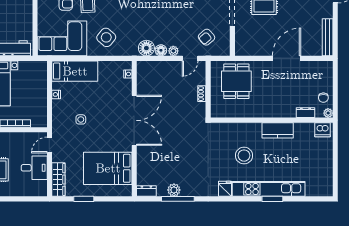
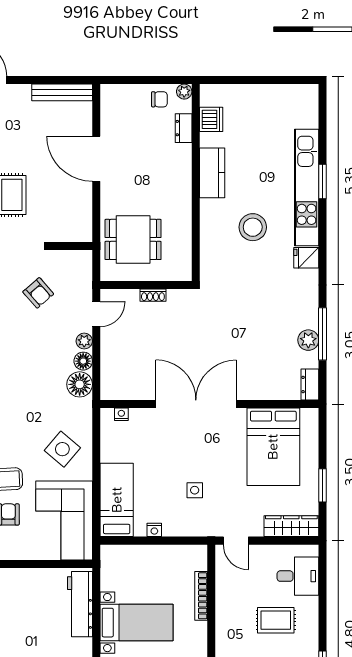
armchair: (206, 37) -> (38, 293), moved
door: (190, 58) -> (96, 314), hinge flipped
dishwasher: (322, 130) -> (211, 119), moved
desk: (34, 168) -> (298, 576), moved, turned 90

